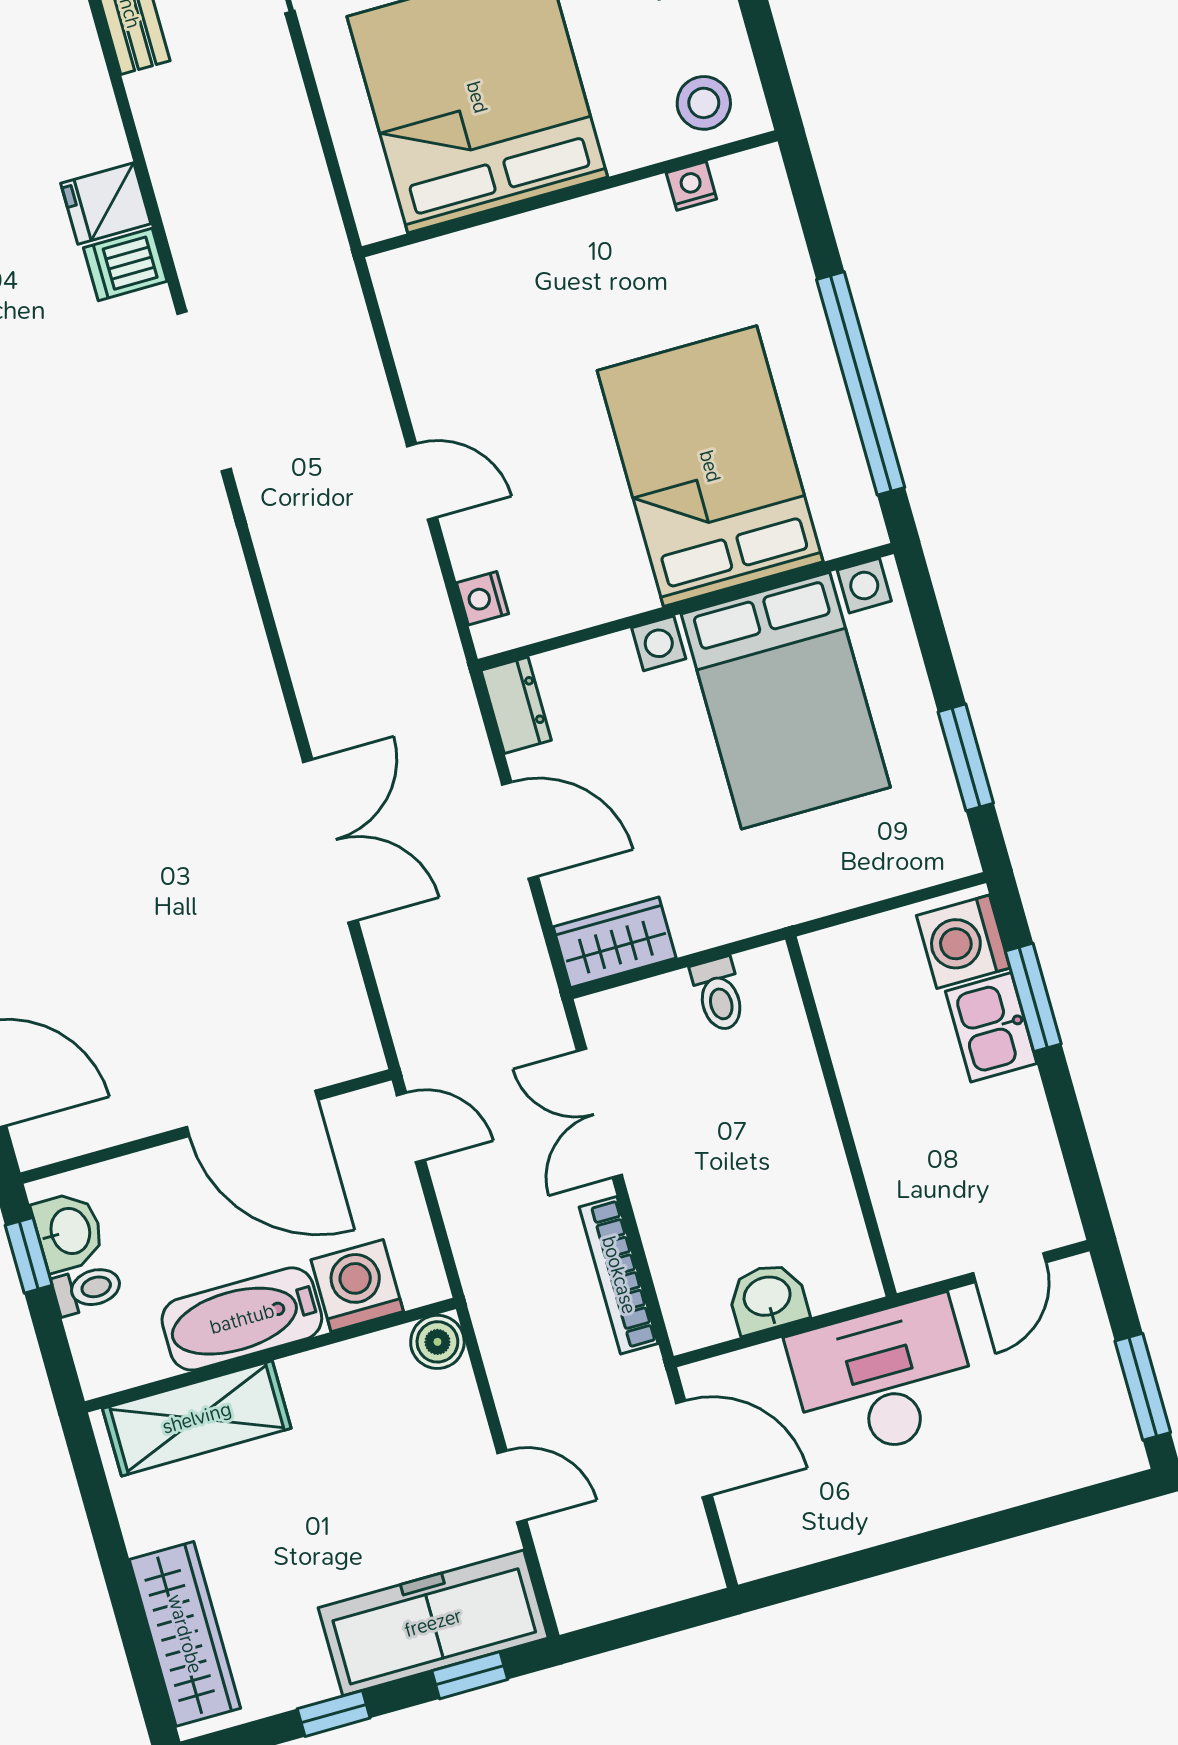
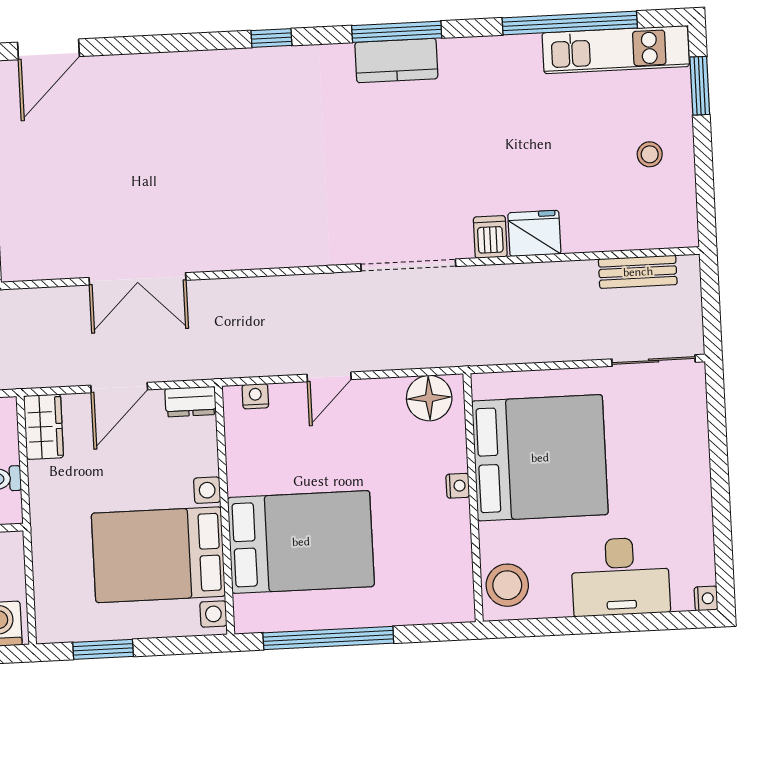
stool: (704, 103) -> (507, 585), width x1.38, depth x1.38
nightstand: (691, 186) -> (458, 486), moved
fridge: (106, 203) -> (534, 233), width x1.38
floor lamp: (419, 306) -> (429, 398), added

